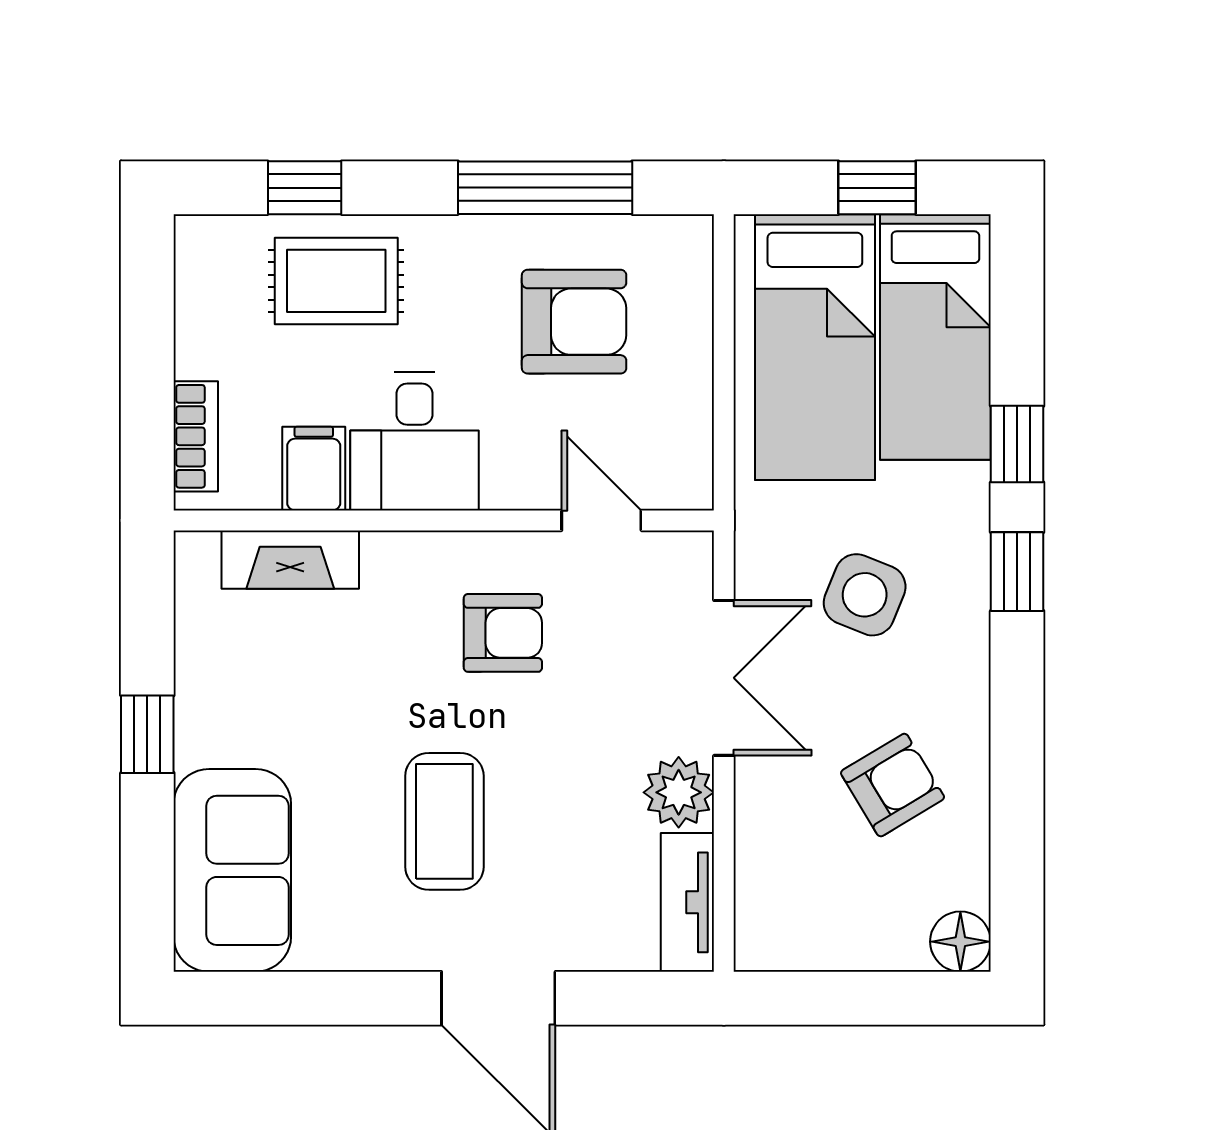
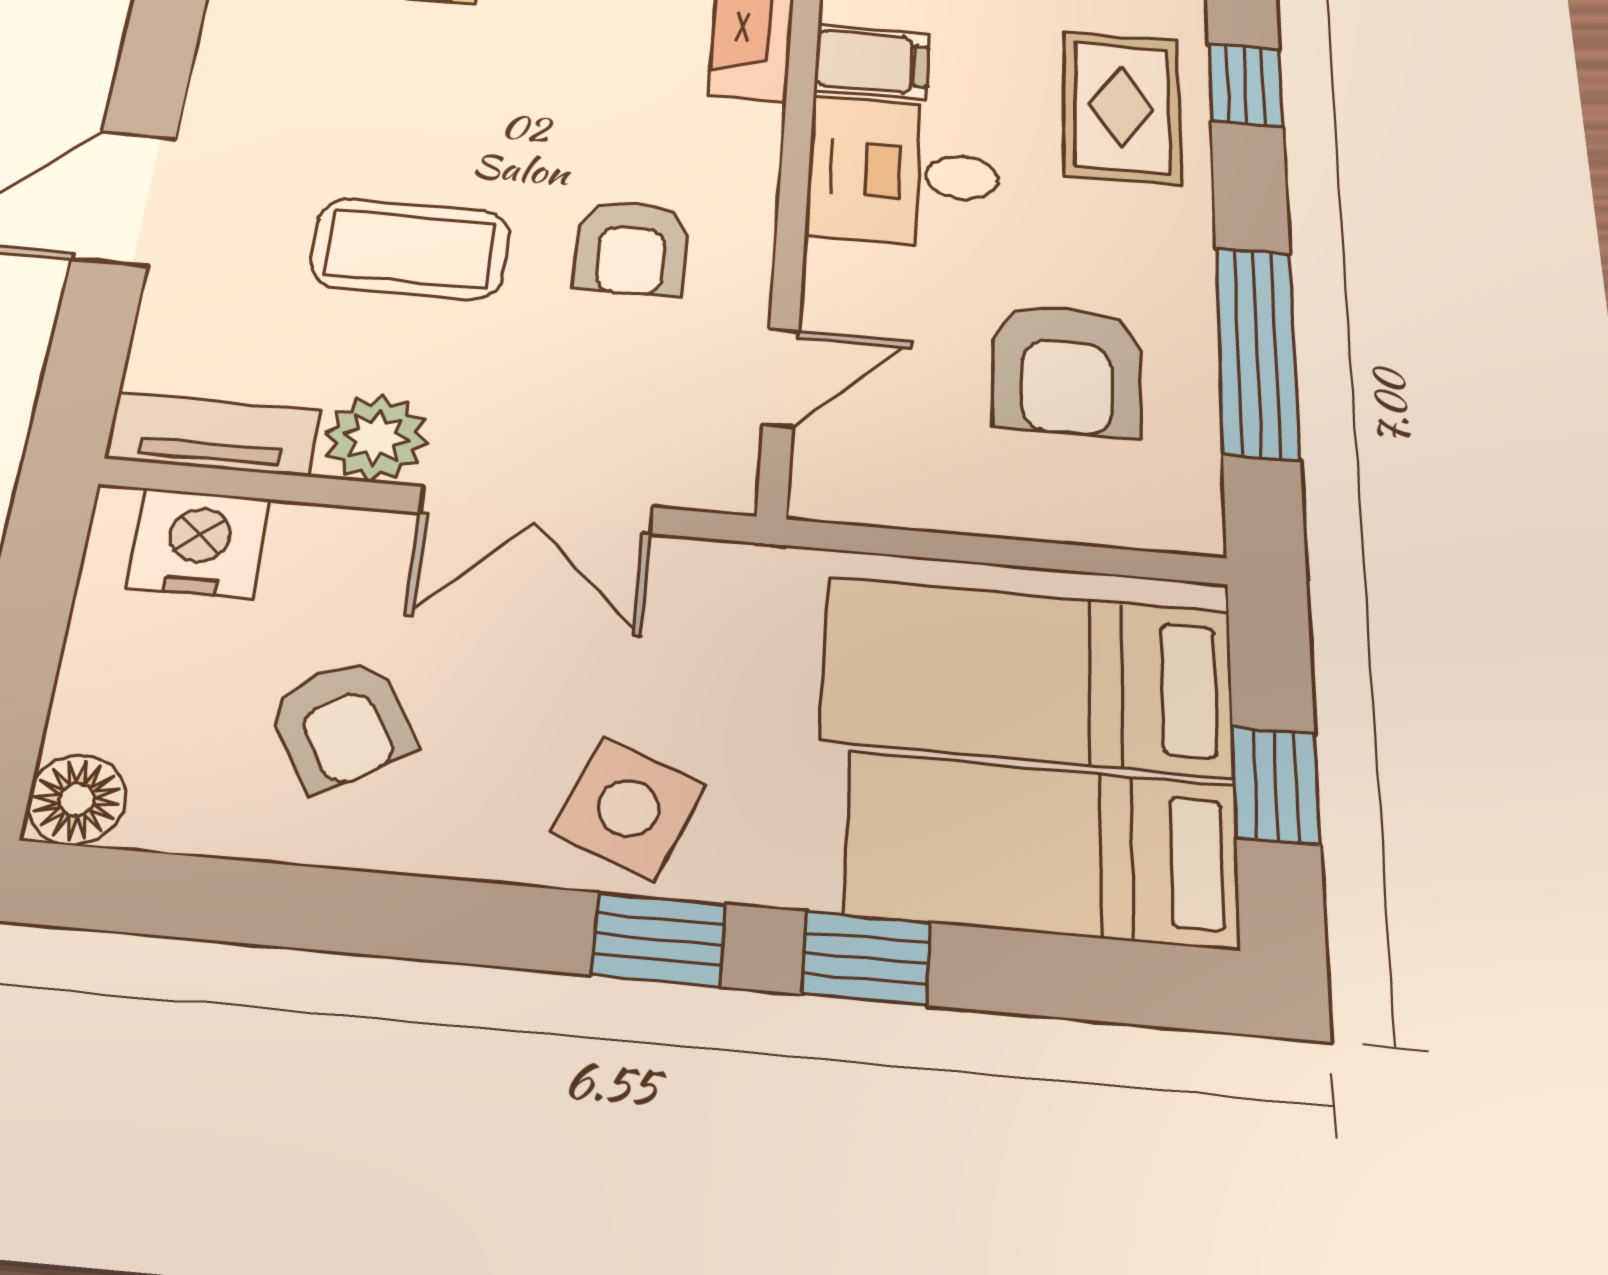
side table: (865, 595) -> (629, 808), moved
coffee table: (444, 821) -> (410, 249), moved
nightstand: (772, 898) -> (198, 543), added

